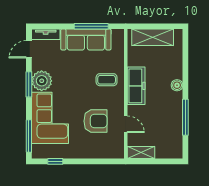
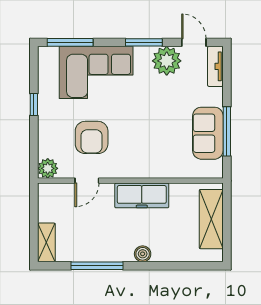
sofa: (86, 39) -> (208, 133), width x0.73
coffee table: (107, 80) -> (151, 153), removed
plant: (42, 81) -> (167, 61), moved
plant: (117, 152) -> (48, 168), added
shelving: (141, 153) -> (46, 242), moved
window: (55, 161) -> (34, 105), moved

